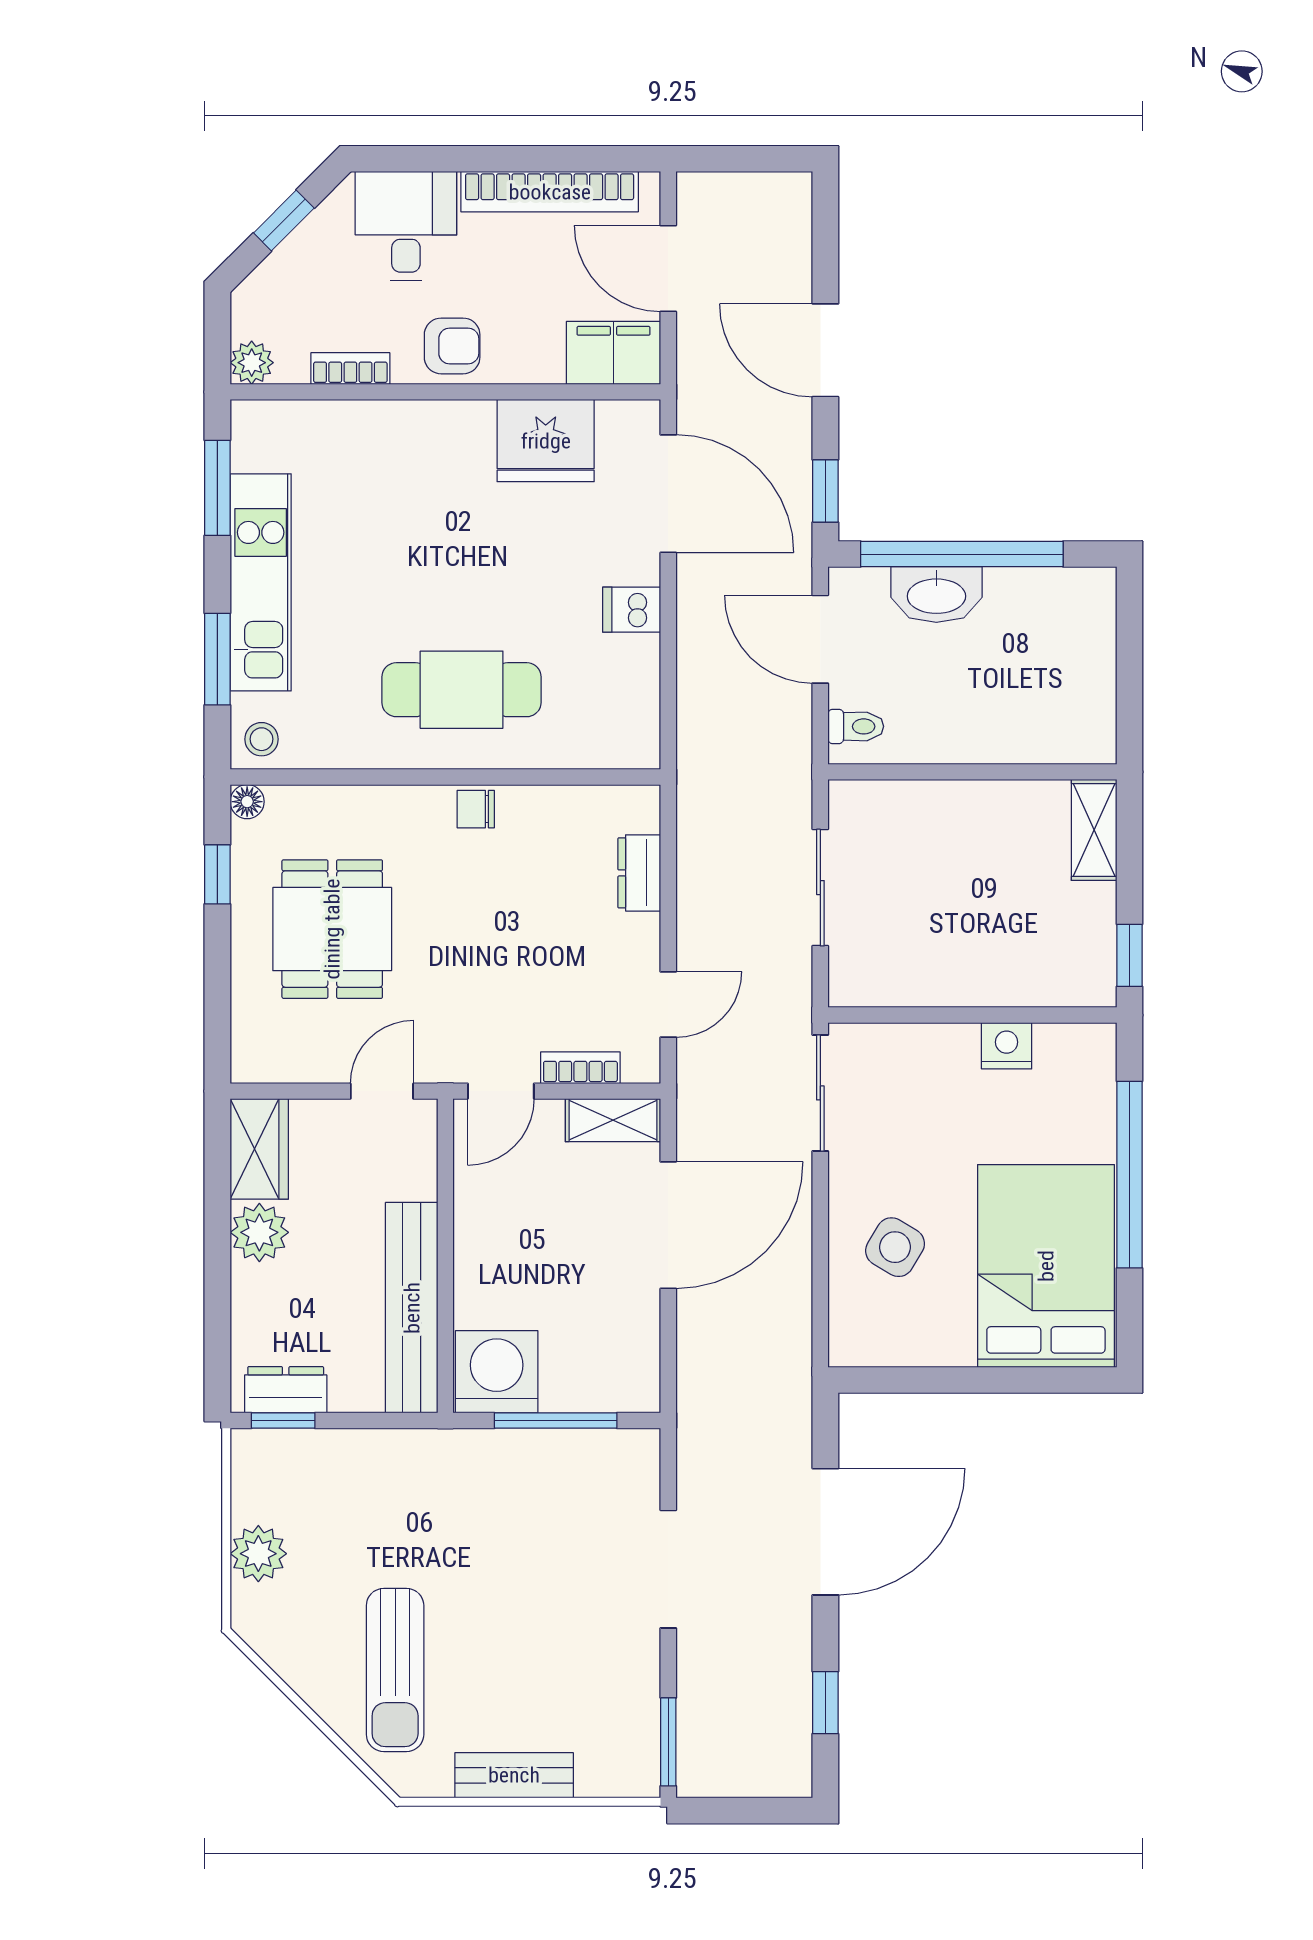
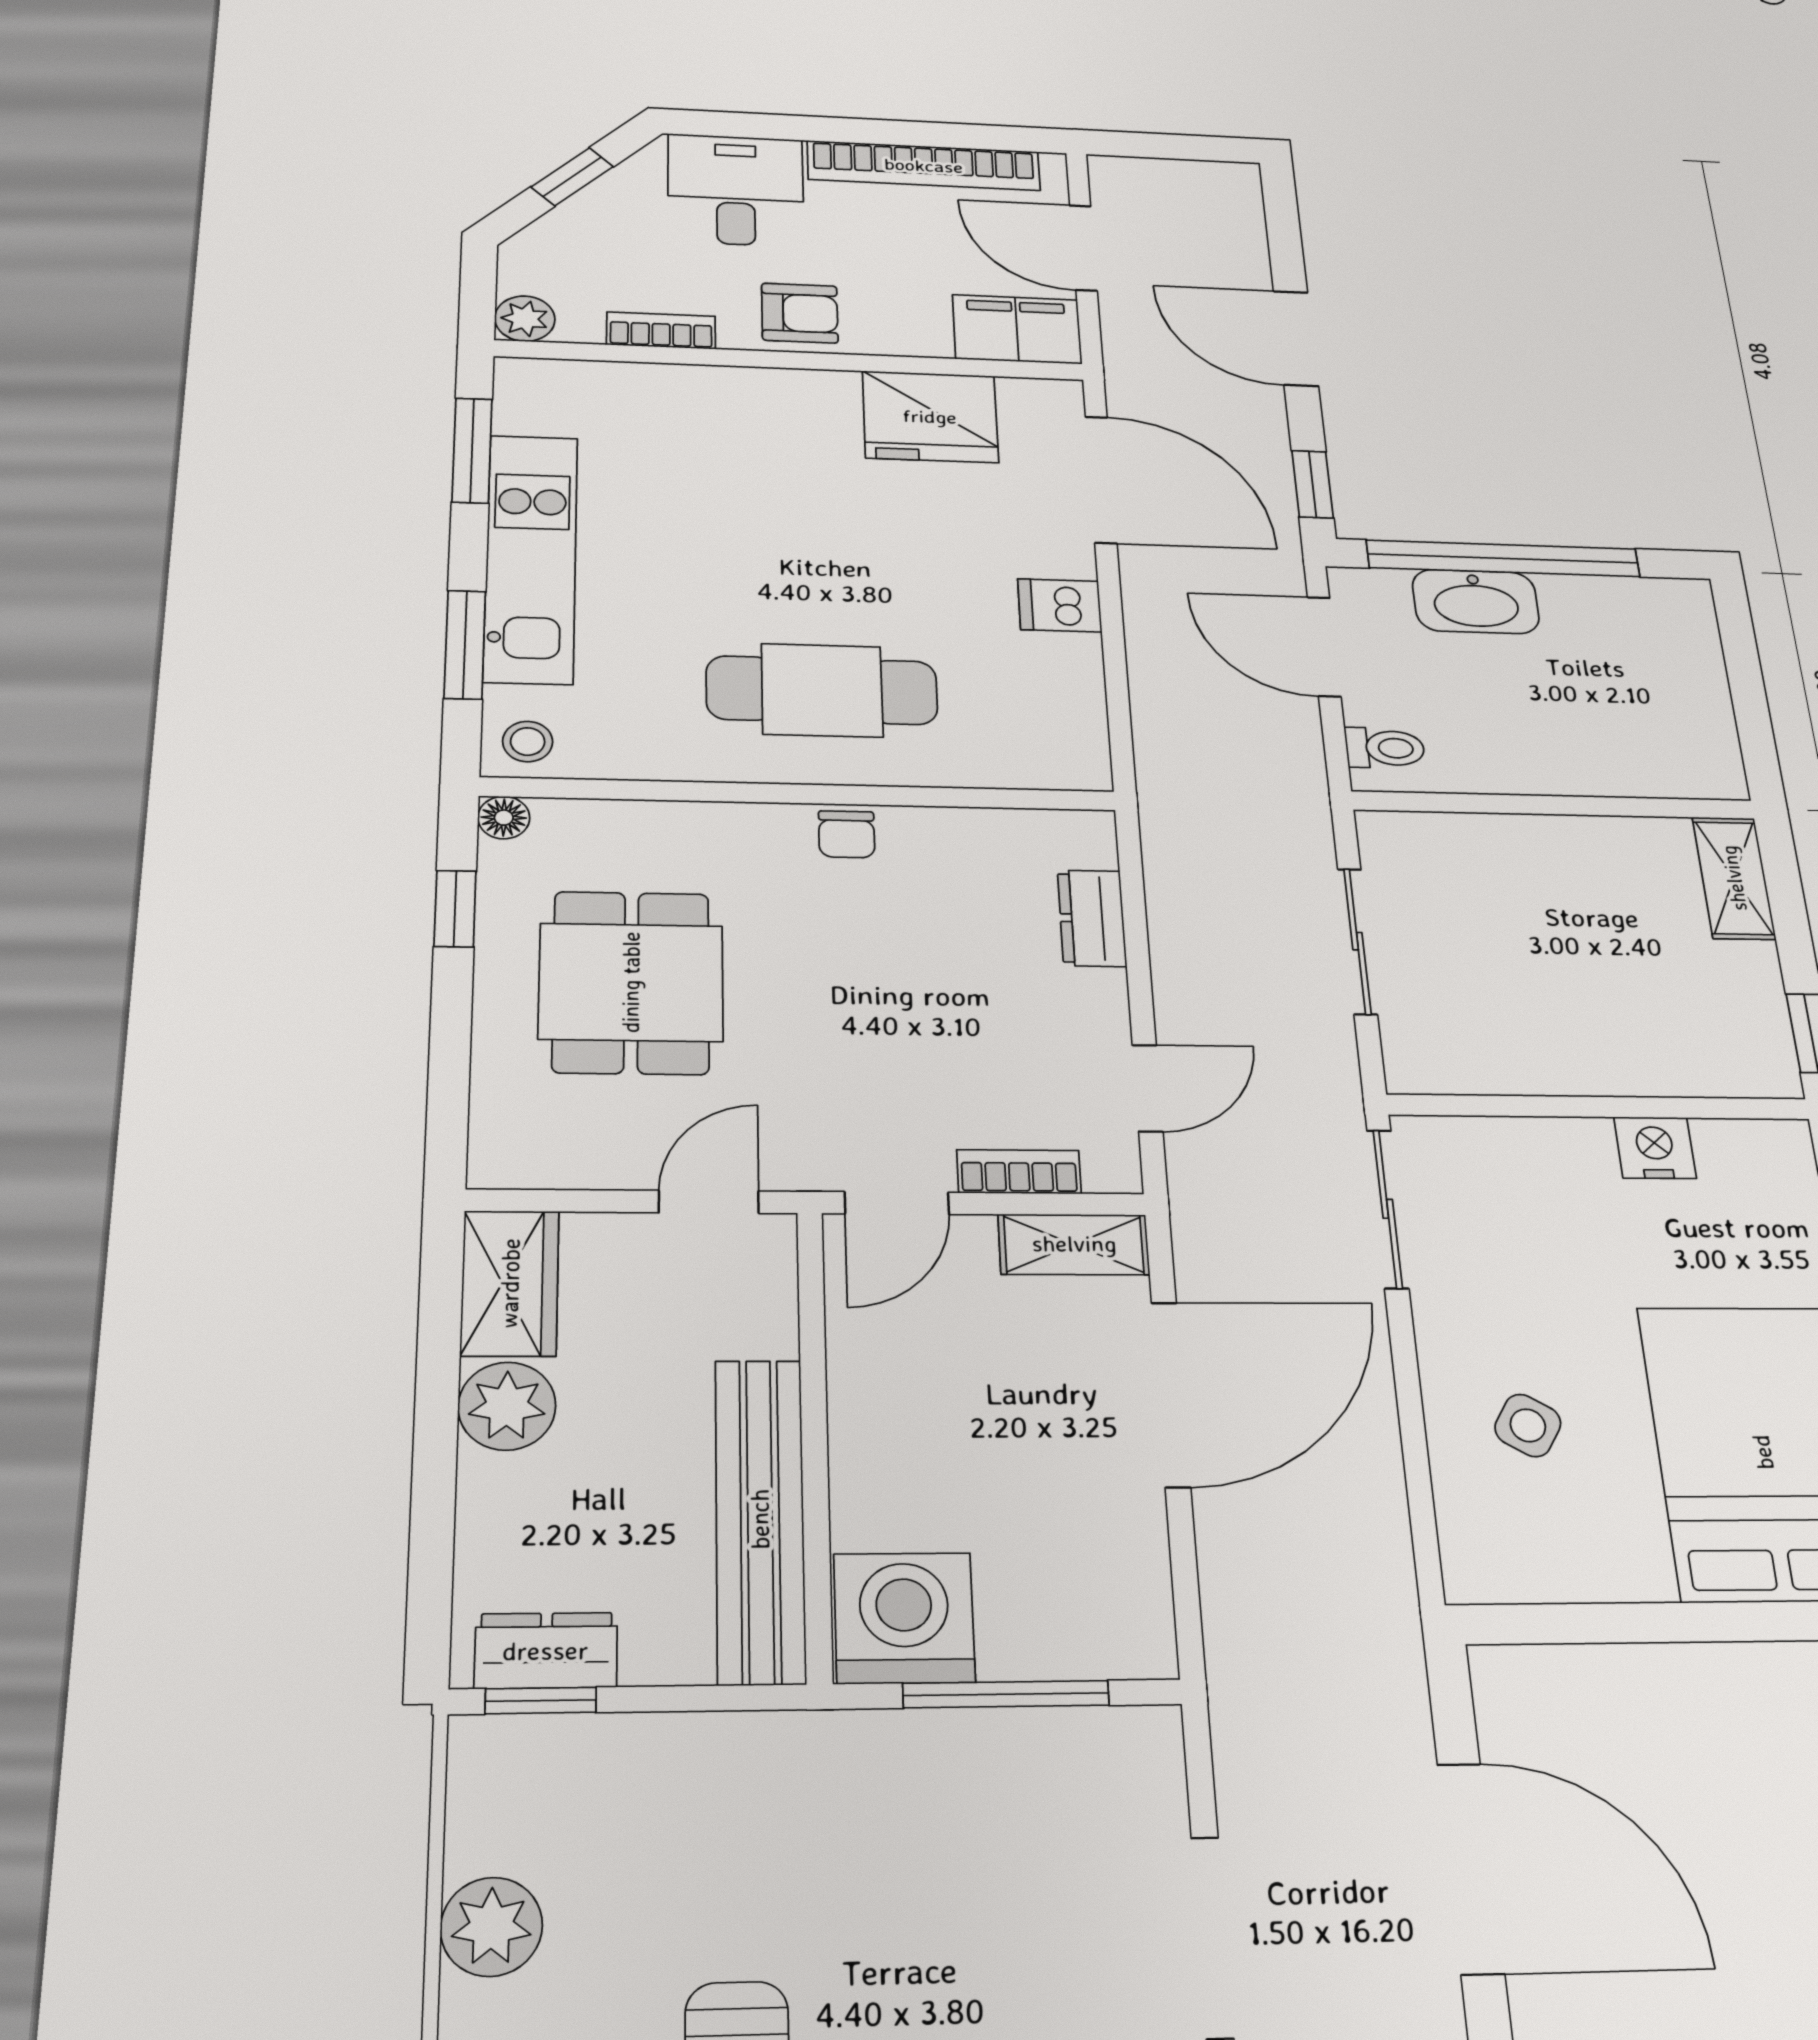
chair: (476, 809) -> (847, 834), turned -90
side table: (895, 1247) -> (1528, 1425), width x0.73, depth x0.73
door: (825, 1532) -> (1471, 1868), hinge flipped

